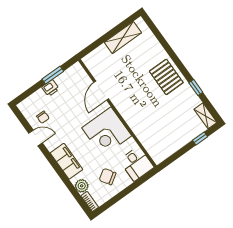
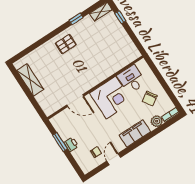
pallet: (166, 77) -> (66, 44), width x0.67, depth x0.71
desk: (137, 164) -> (132, 79), moved, turned -90

